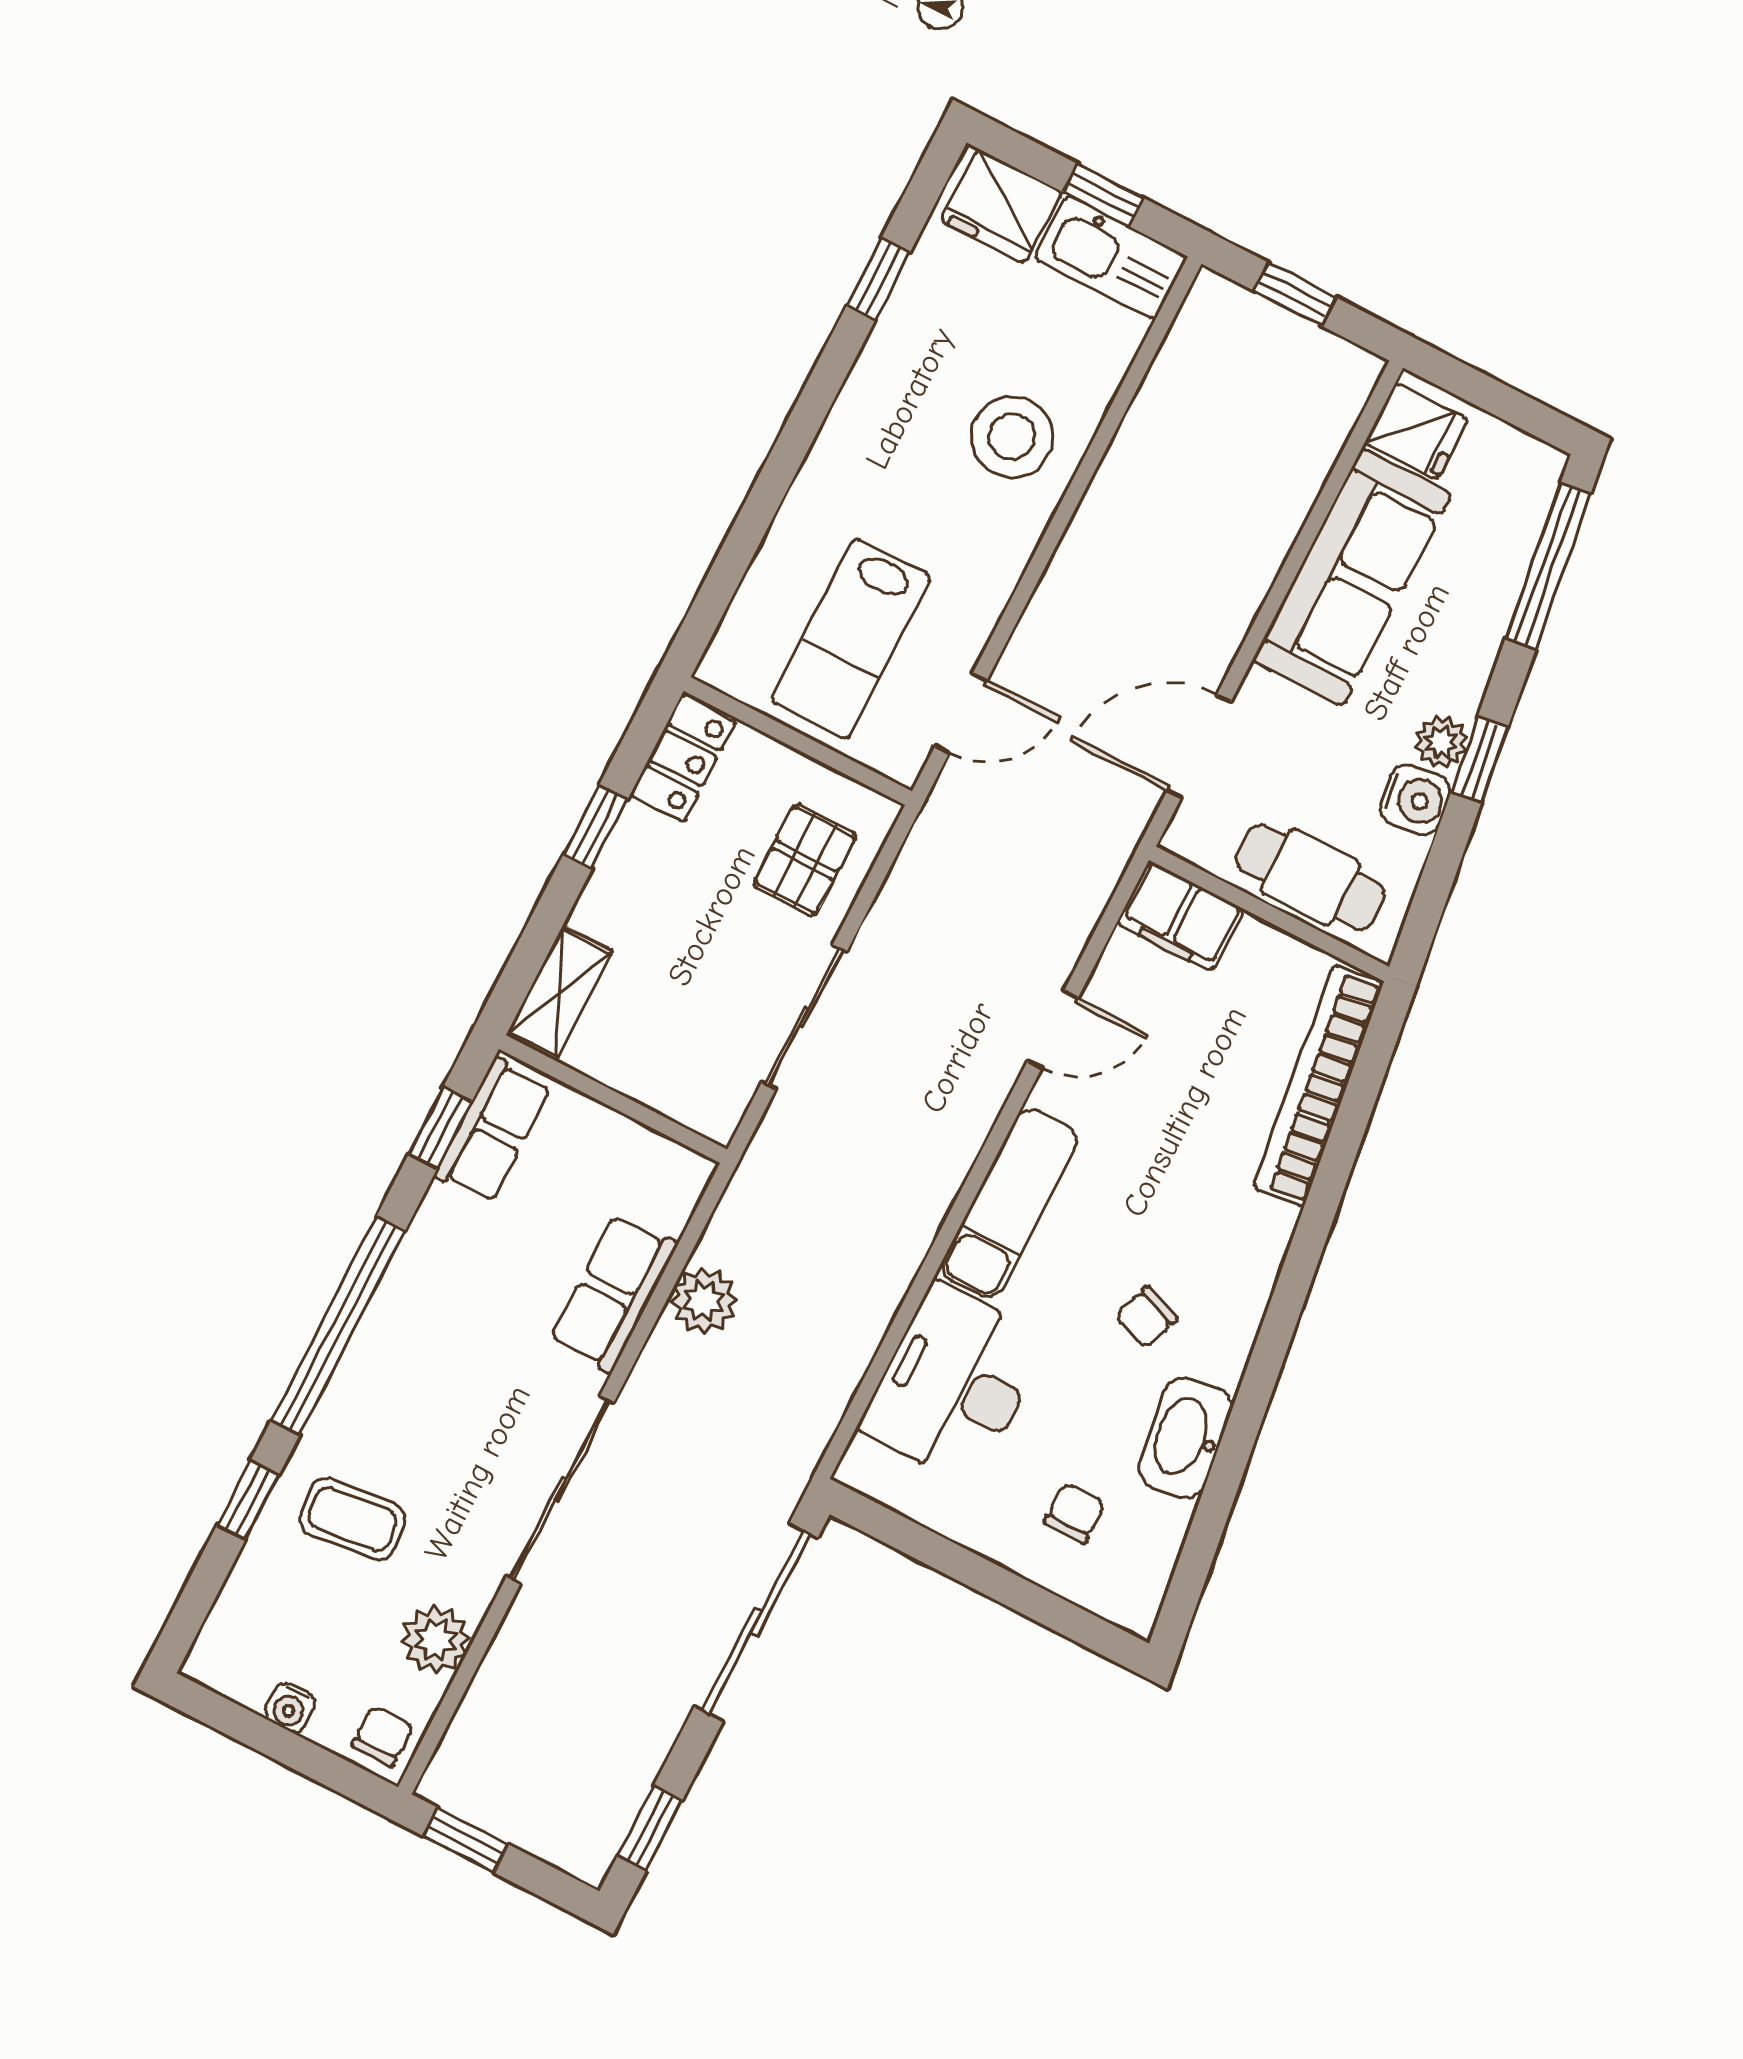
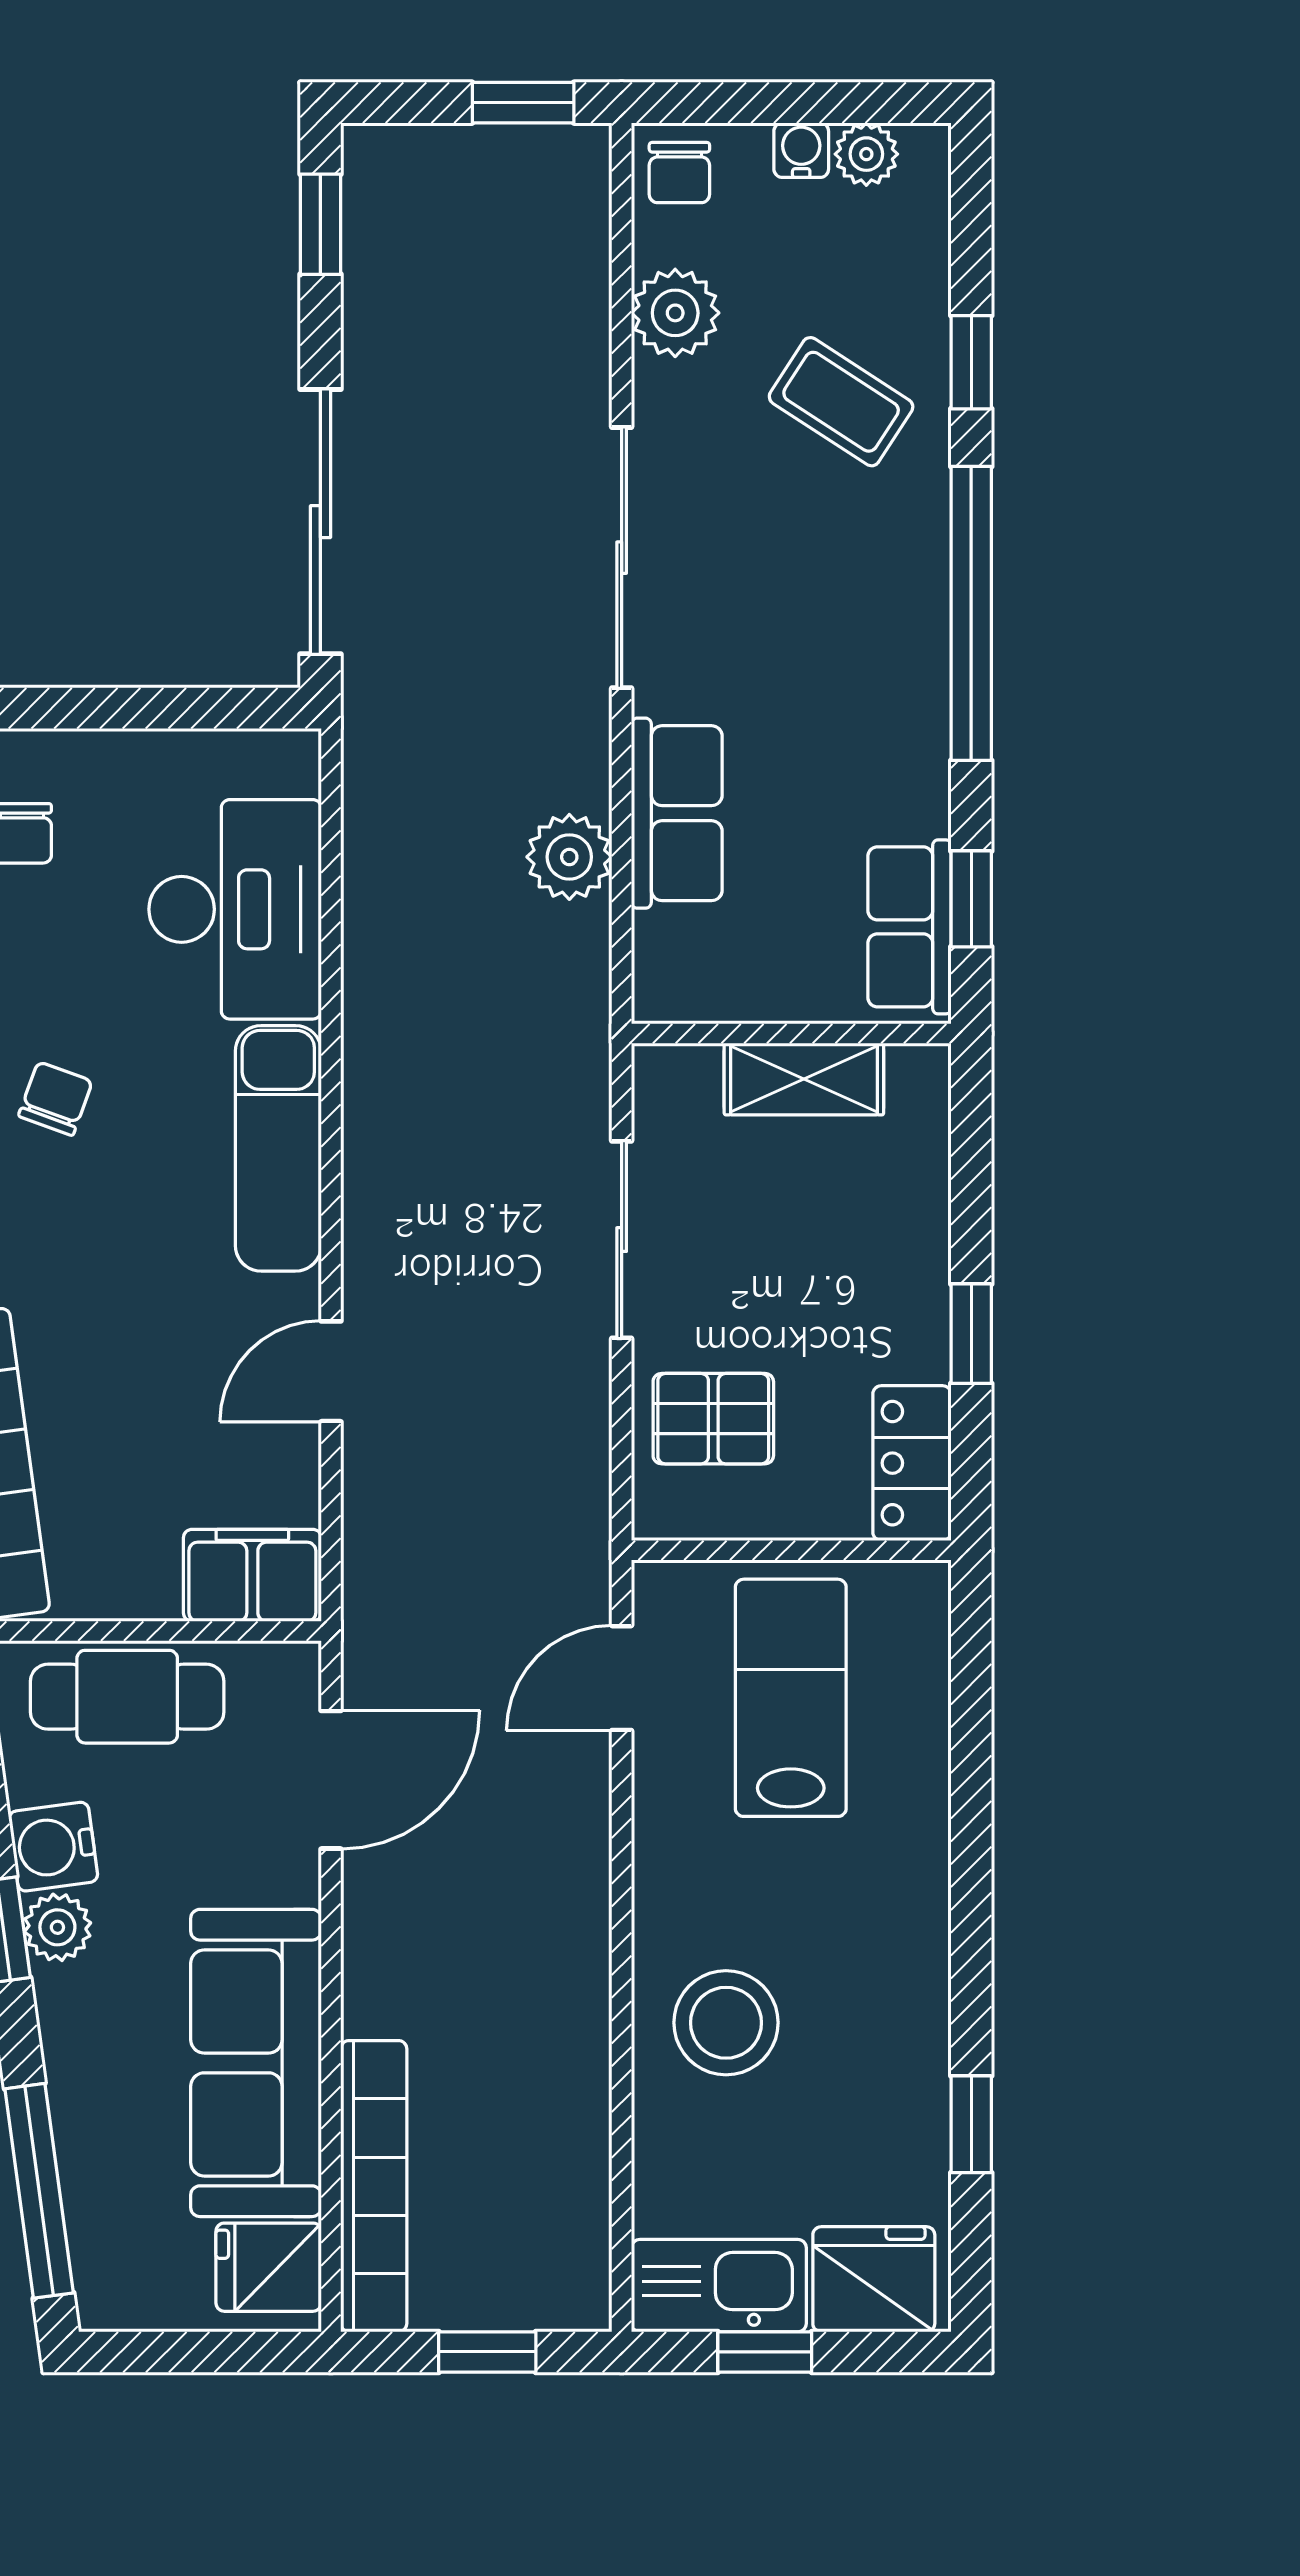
bookcase: (1315, 450) -> (374, 2186), added
pallet: (805, 860) -> (713, 1419), turned 90
shelving: (559, 993) -> (804, 1079), moved, turned 90
coffee table: (352, 1519) -> (841, 402), turned 39
plant: (246, 1682) -> (866, 154), added

